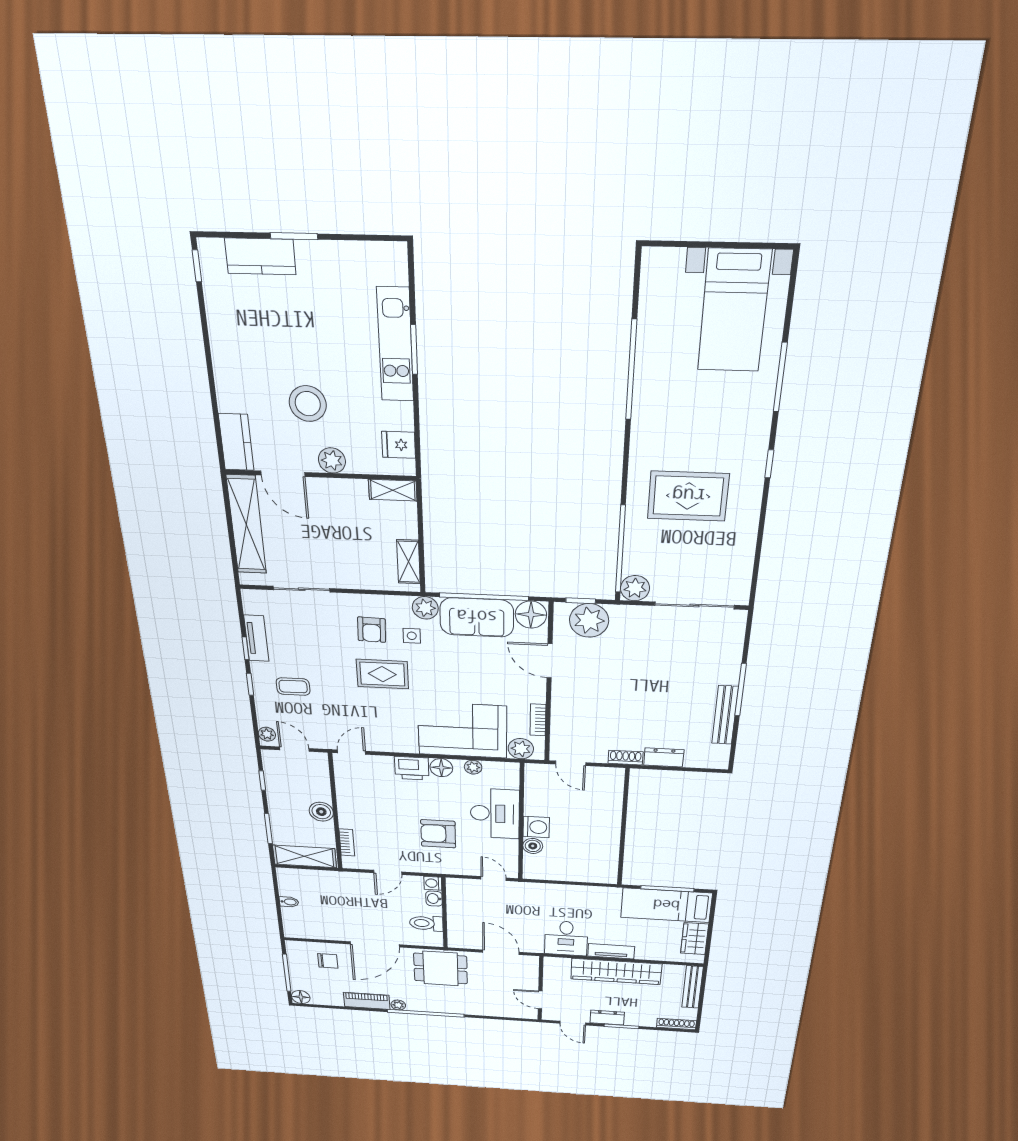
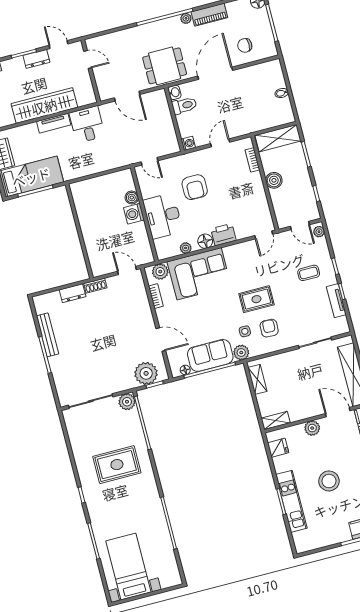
stool: (308, 404) -> (329, 481), moved
floor lamp: (531, 615) -> (185, 370), width x0.53, depth x0.53
armchair: (438, 834) -> (195, 187), turned 90
washbasin: (434, 899) -> (175, 92), moved

